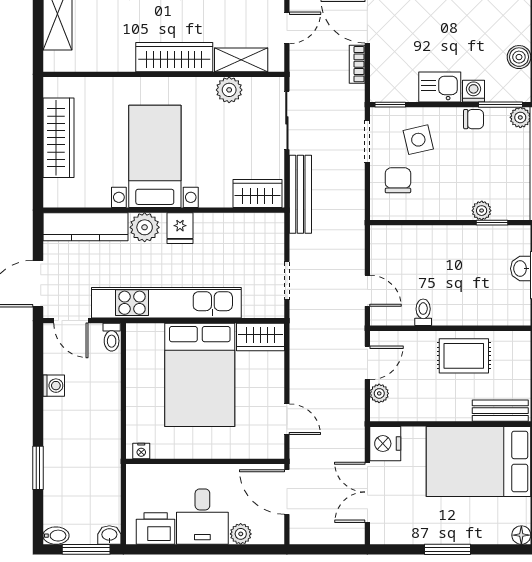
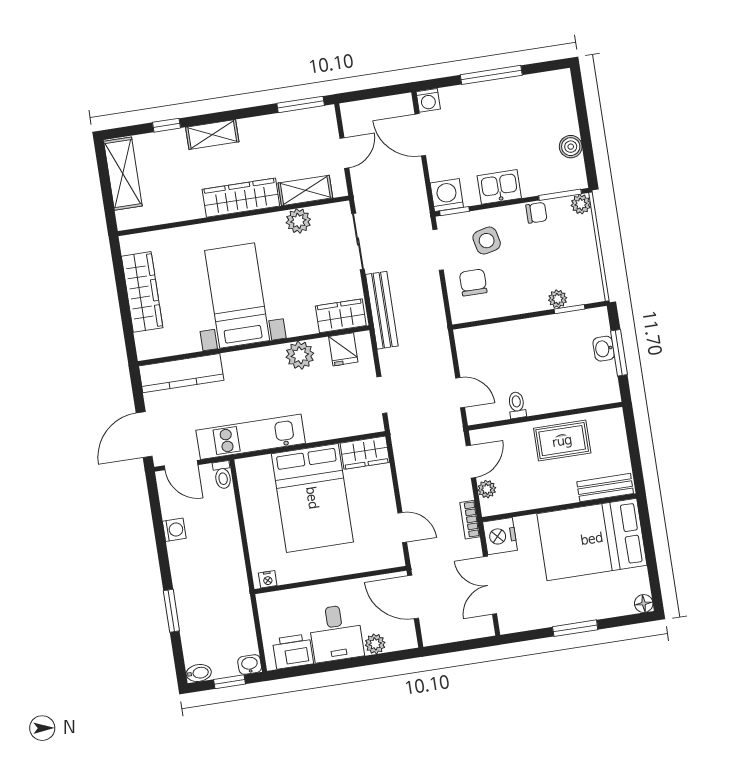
bookcase: (357, 64) -> (470, 520), moved
washing machine: (474, 91) -> (447, 195), moved, width x1.38, depth x1.38
plant: (145, 227) -> (300, 355), moved
fridge: (180, 228) -> (343, 349), moved
kitchen unit: (166, 303) -> (251, 437), width x0.73
window: (86, 549) -> (230, 682), width x0.67

